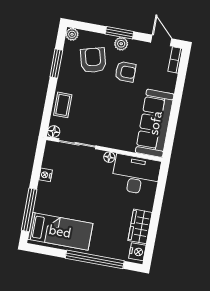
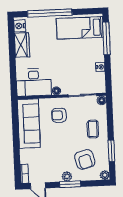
armchair: (125, 72) -> (59, 115), moved
coffee table: (63, 105) -> (93, 129), moved

